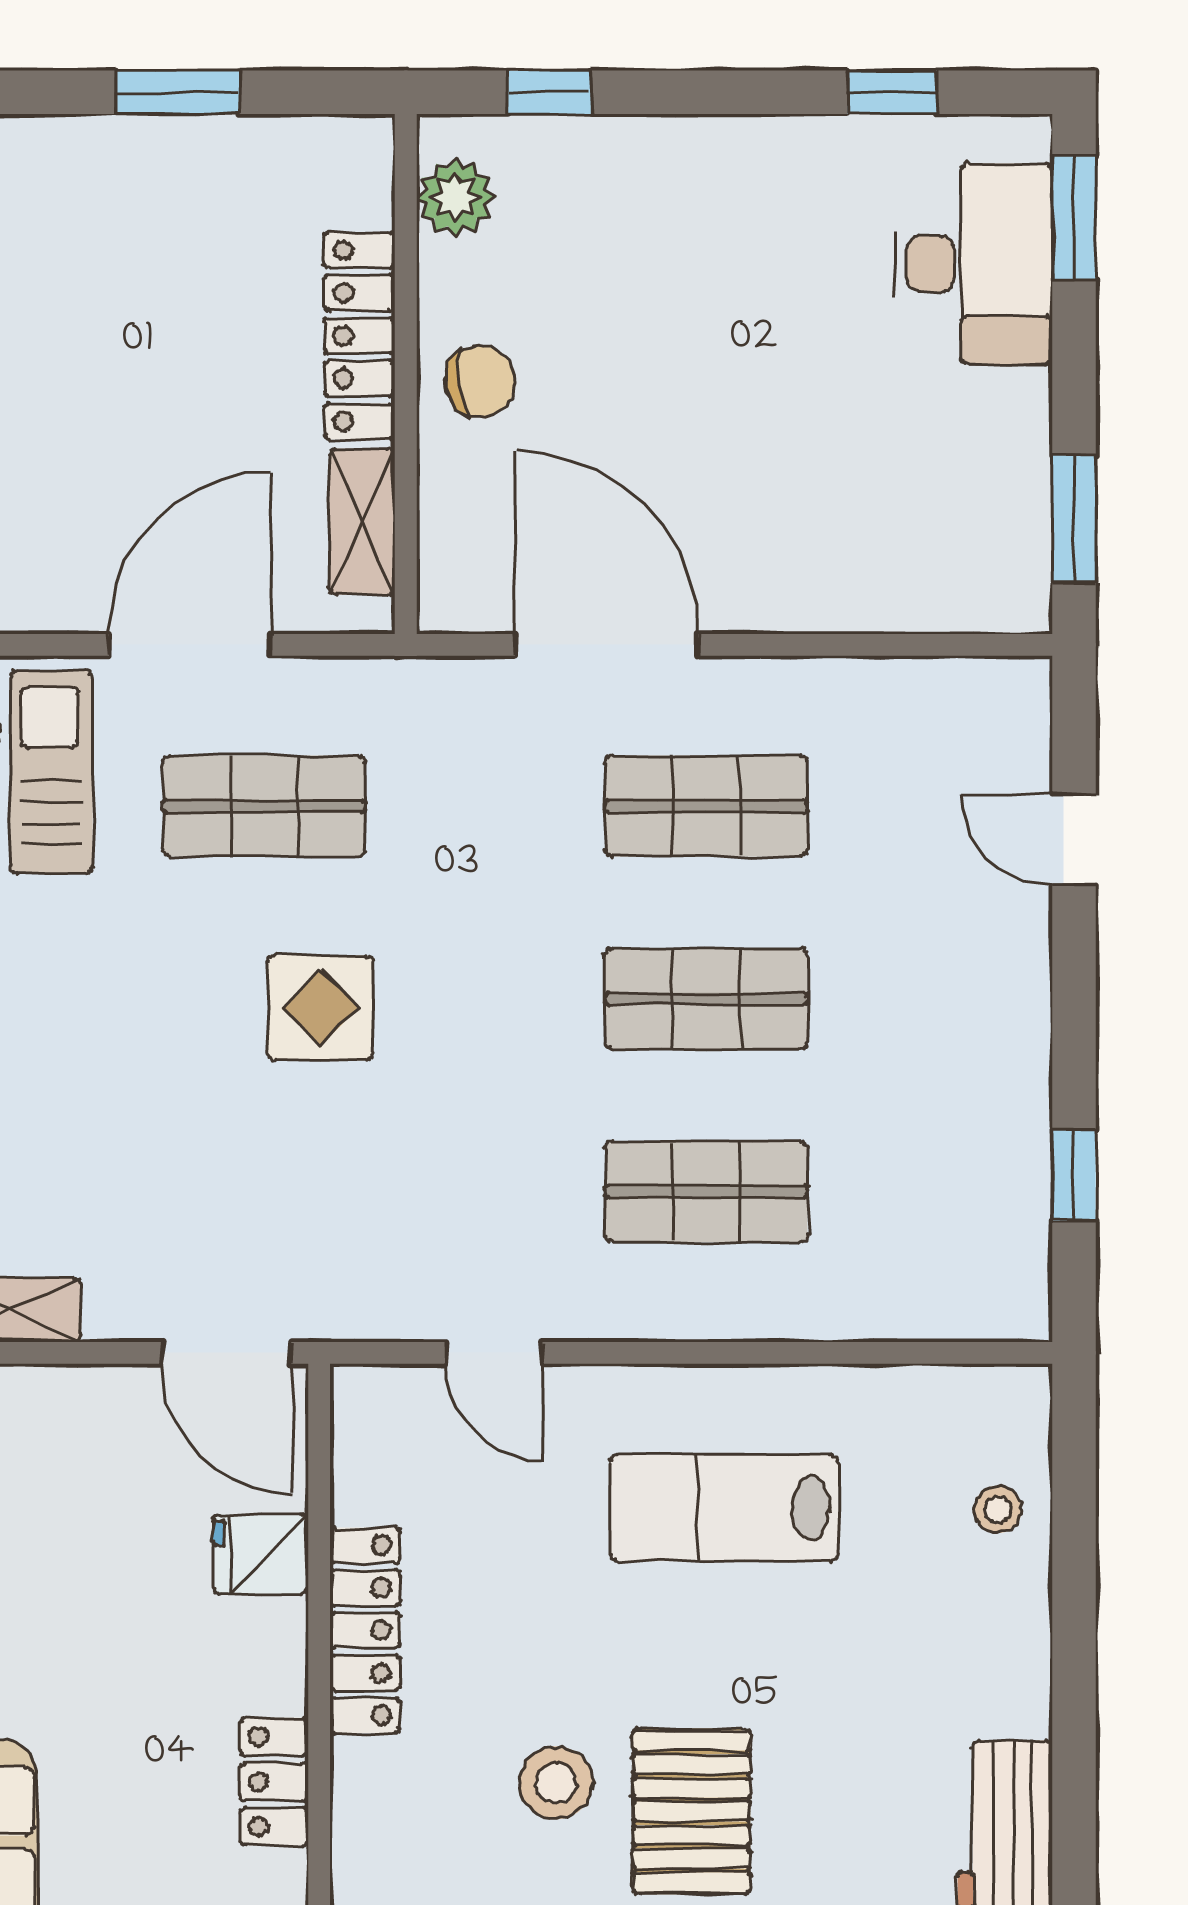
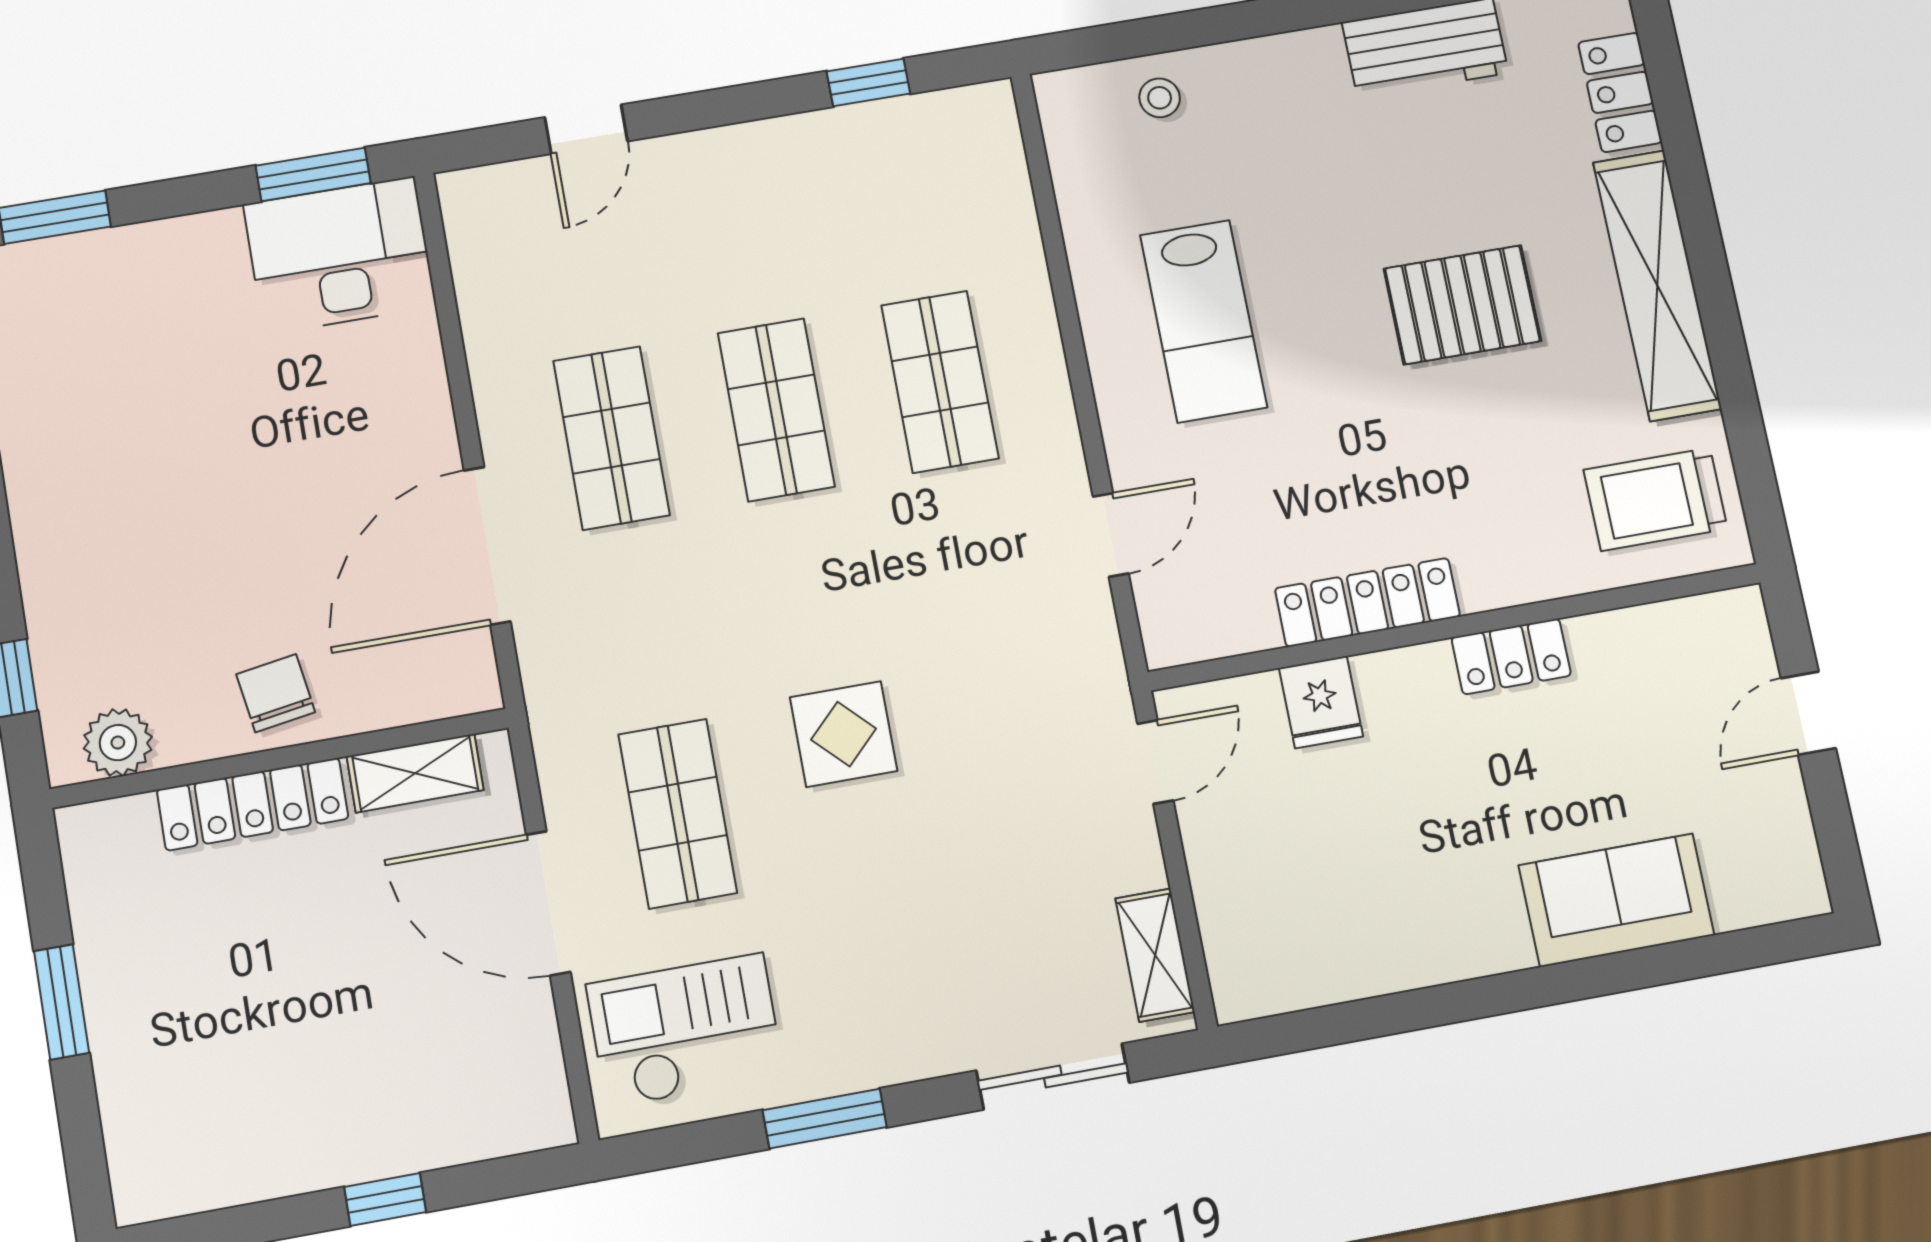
desk: (973, 264) -> (340, 255), moved
door: (226, 1353) -> (1155, 762), width x0.73
stool: (556, 1783) -> (1462, 421), removed

